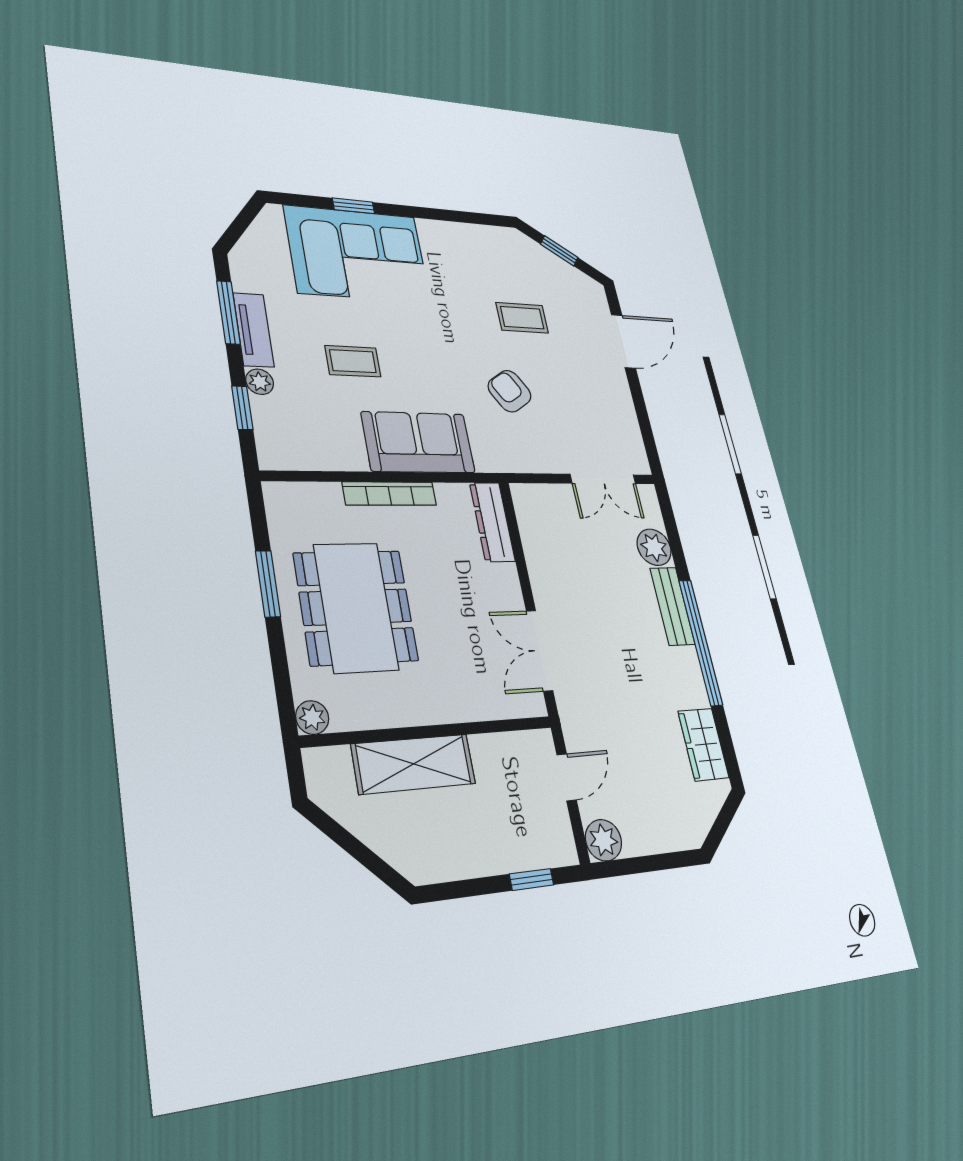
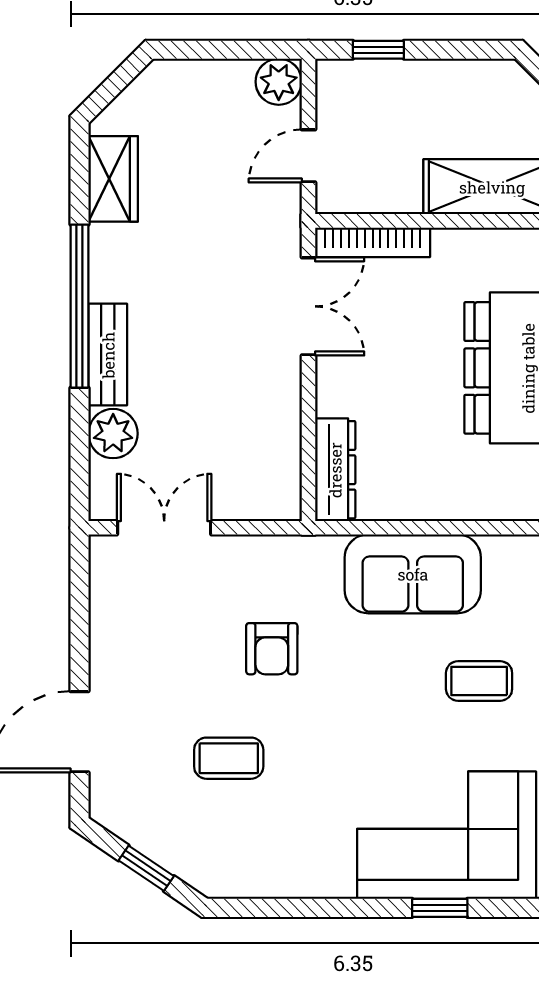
armchair: (510, 391) -> (272, 649), turned 33
bookcase: (389, 494) -> (373, 242), moved, turned 180

